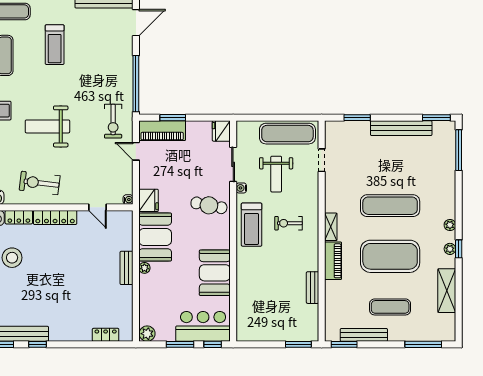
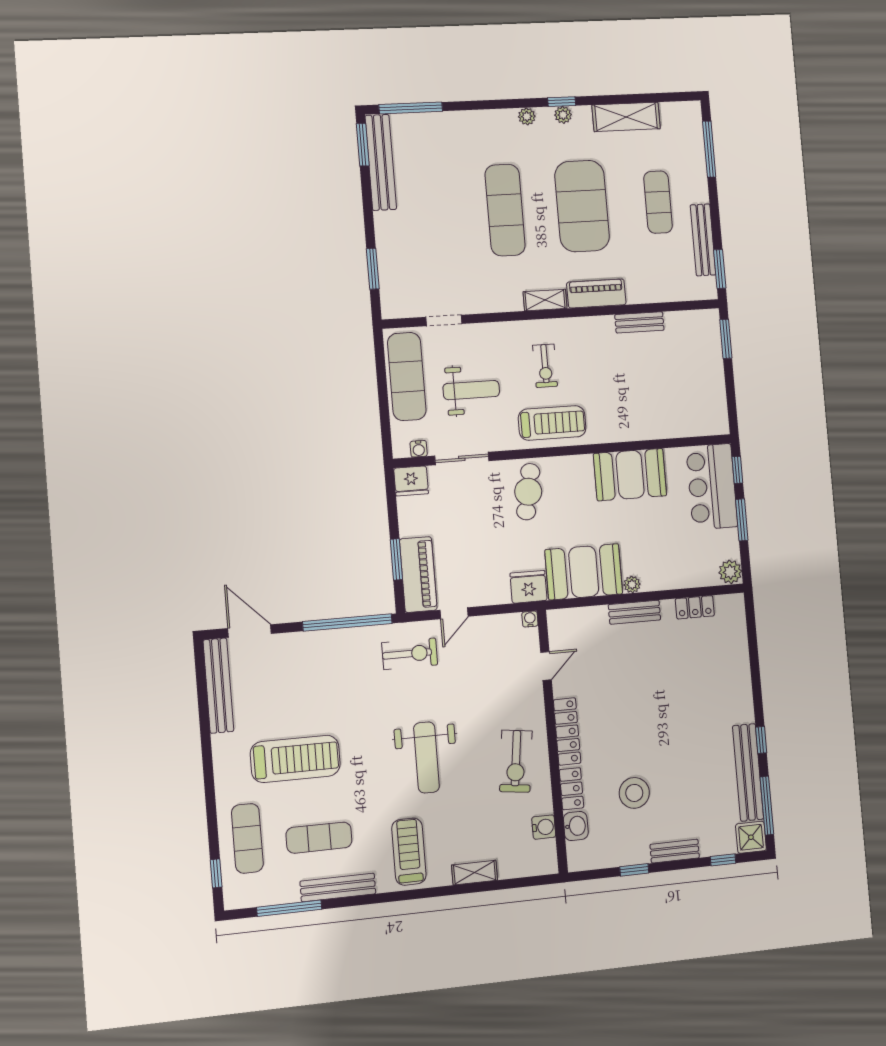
treadmill: (55, 45) -> (295, 759), width x1.37, depth x1.38
bench: (401, 128) -> (381, 162), moved
water cooler: (241, 188) -> (419, 449), moved
locker: (106, 335) -> (695, 607), moved, turned -90

